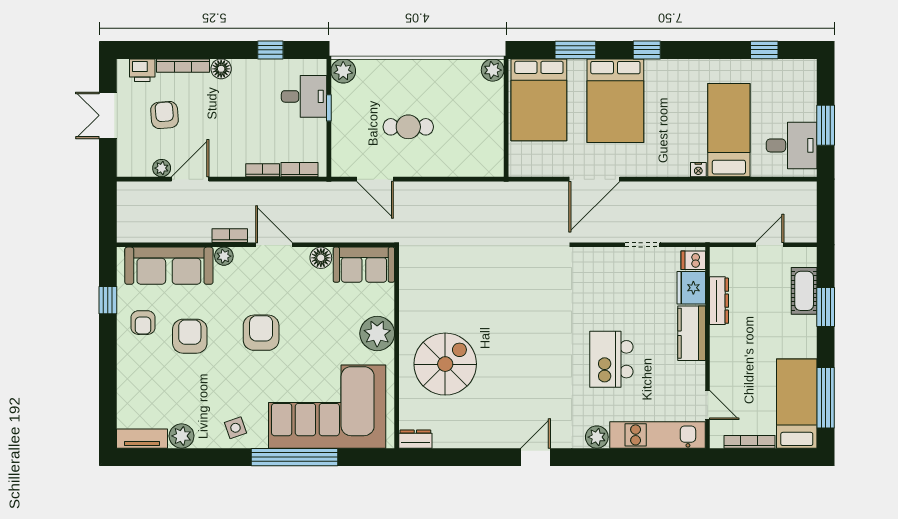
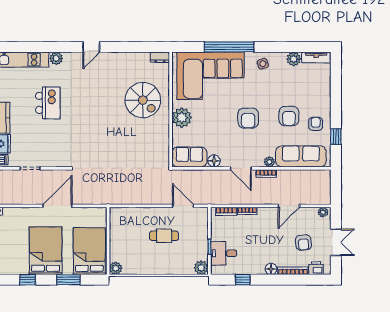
plant: (162, 168) -> (323, 212), moved
spiral stairs: (445, 364) -> (143, 100), turned -90

